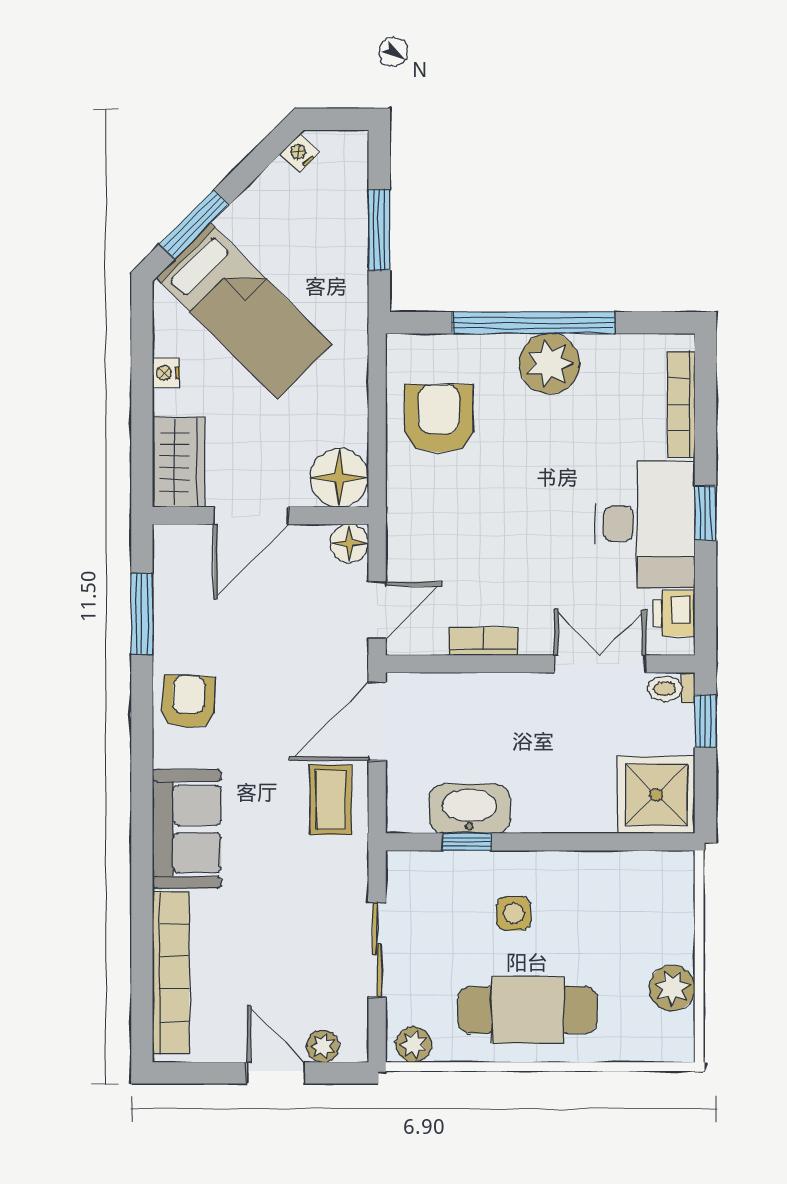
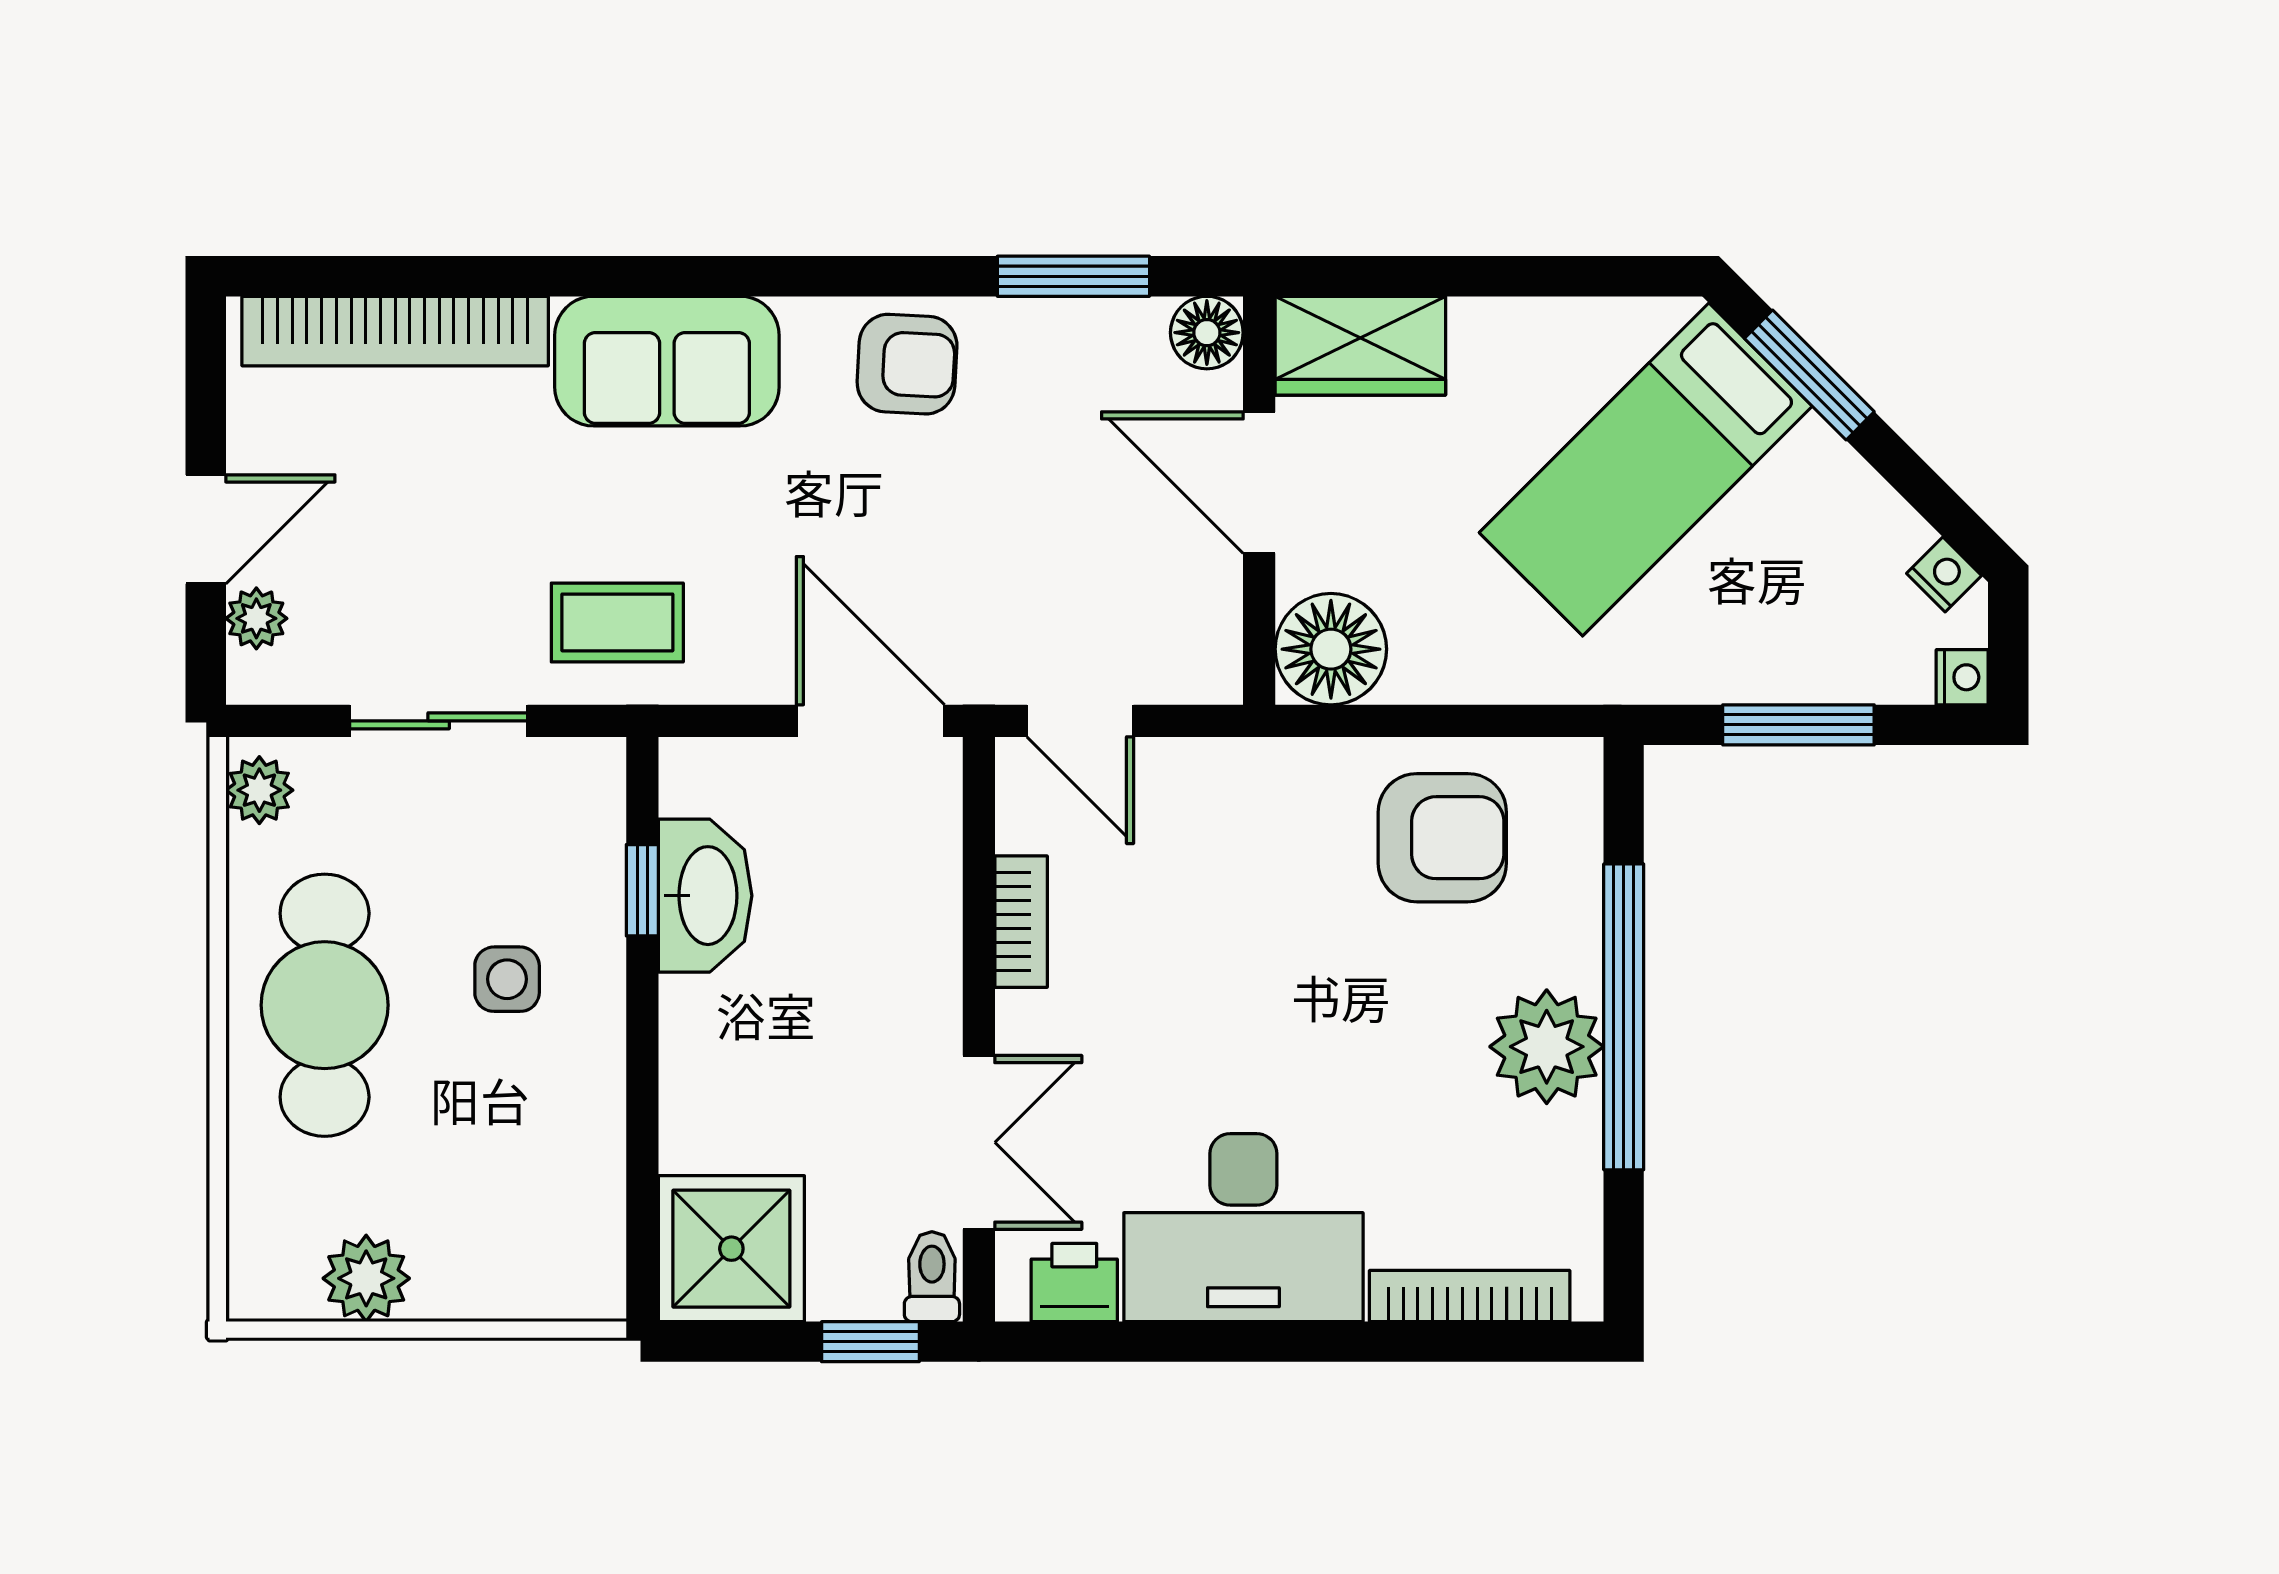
nightstand: (166, 373) -> (1962, 677), moved, turned 90
window: (706, 513) -> (1264, 1342), removed
floor lamp: (349, 543) -> (1207, 333), moved
coffee table: (331, 800) -> (617, 622), moved

